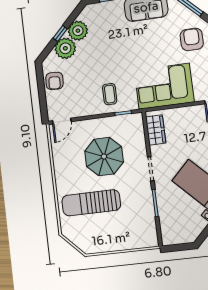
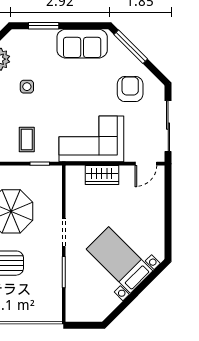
side table: (104, 50) -> (27, 87), added
wardrobe: (156, 130) -> (102, 175), moved, turned 90

